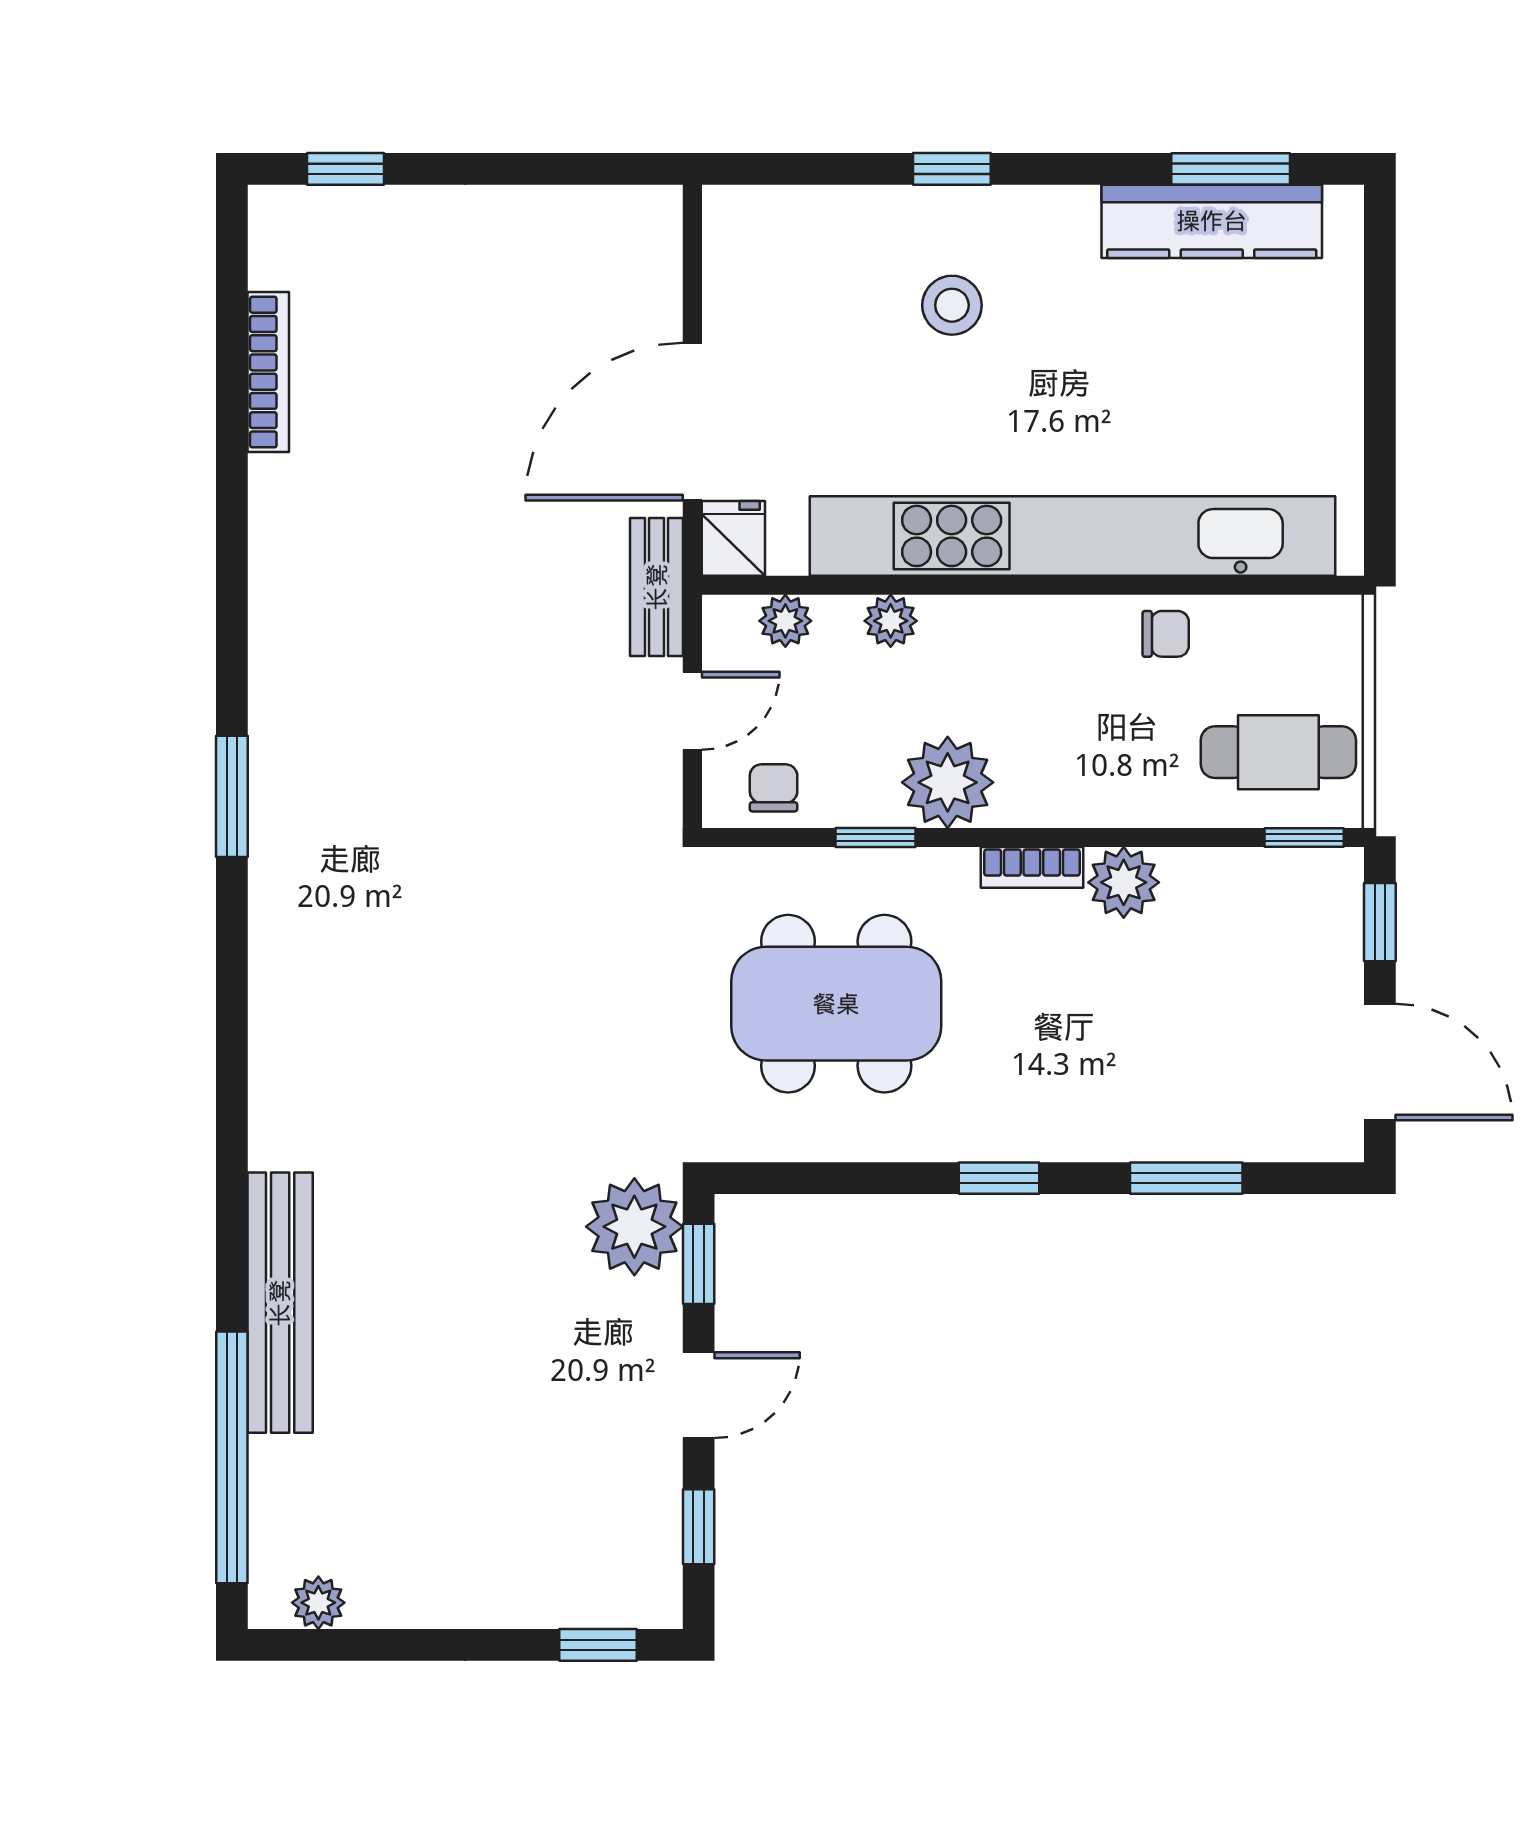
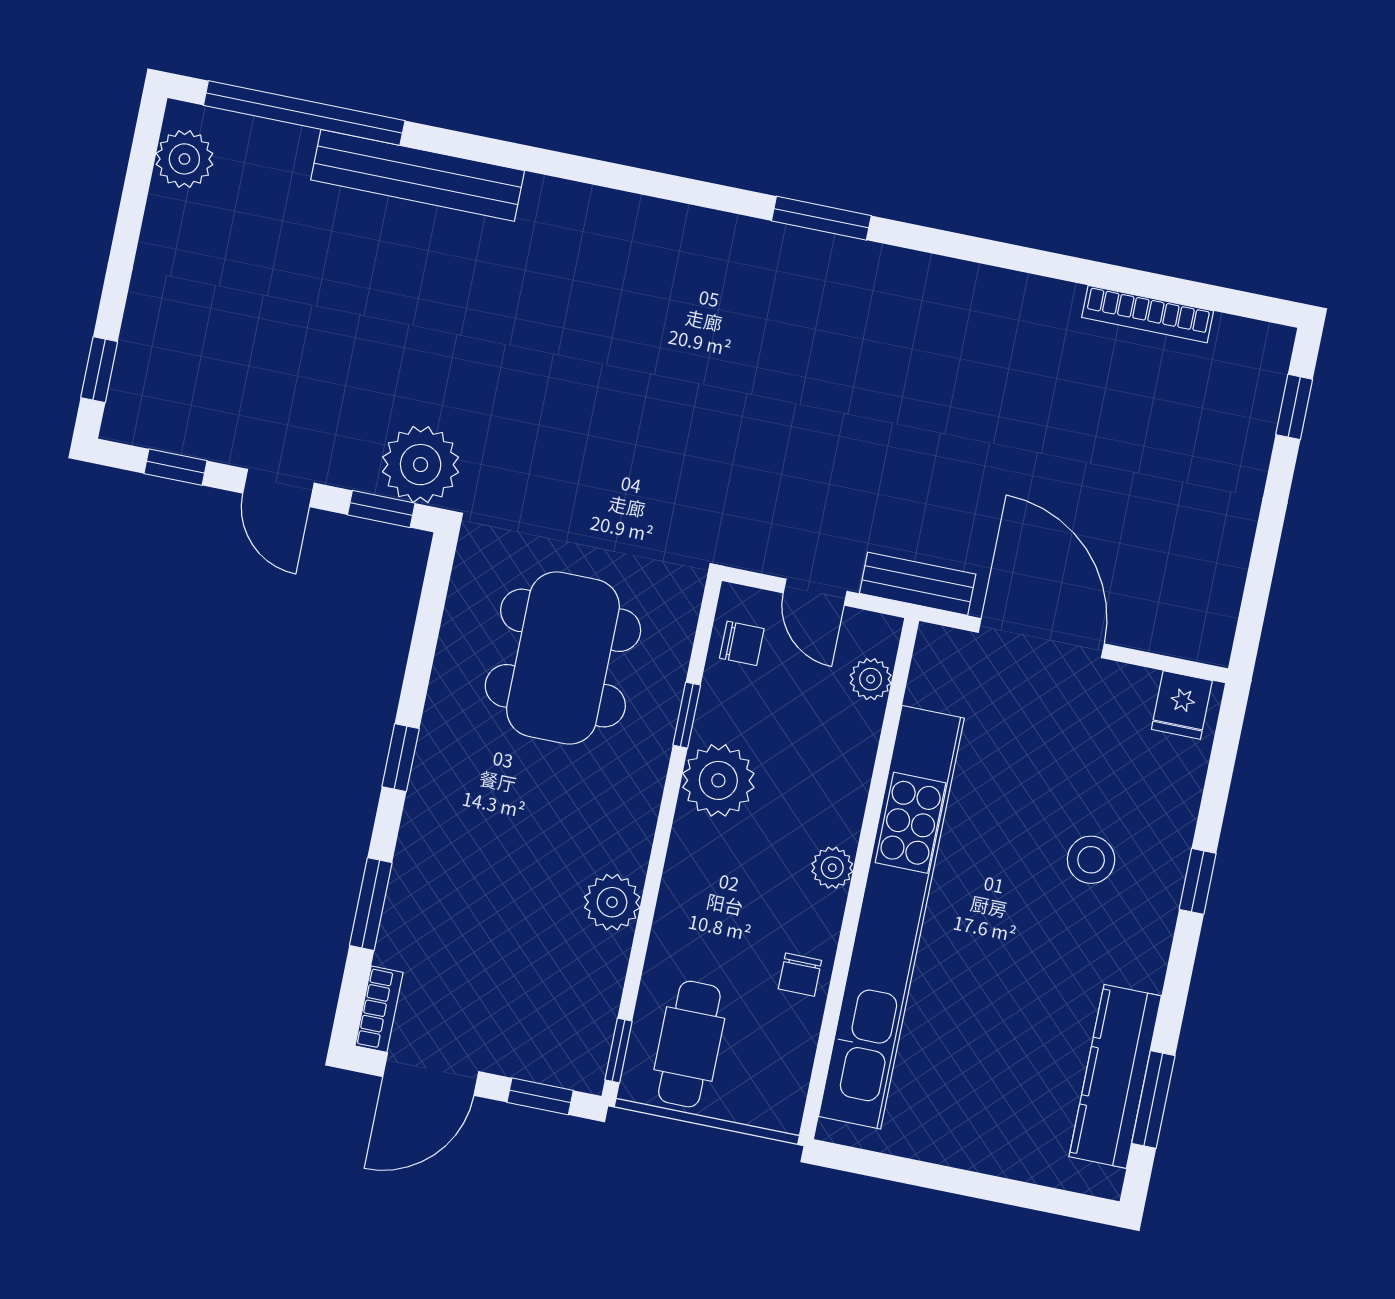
fridge: (733, 538) -> (1182, 705), moved, turned 90
plant: (891, 621) -> (832, 868), moved
bookcase: (1032, 867) -> (379, 1009), moved, turned 180
plant: (318, 1603) -> (184, 159), width x1.38, depth x1.38

